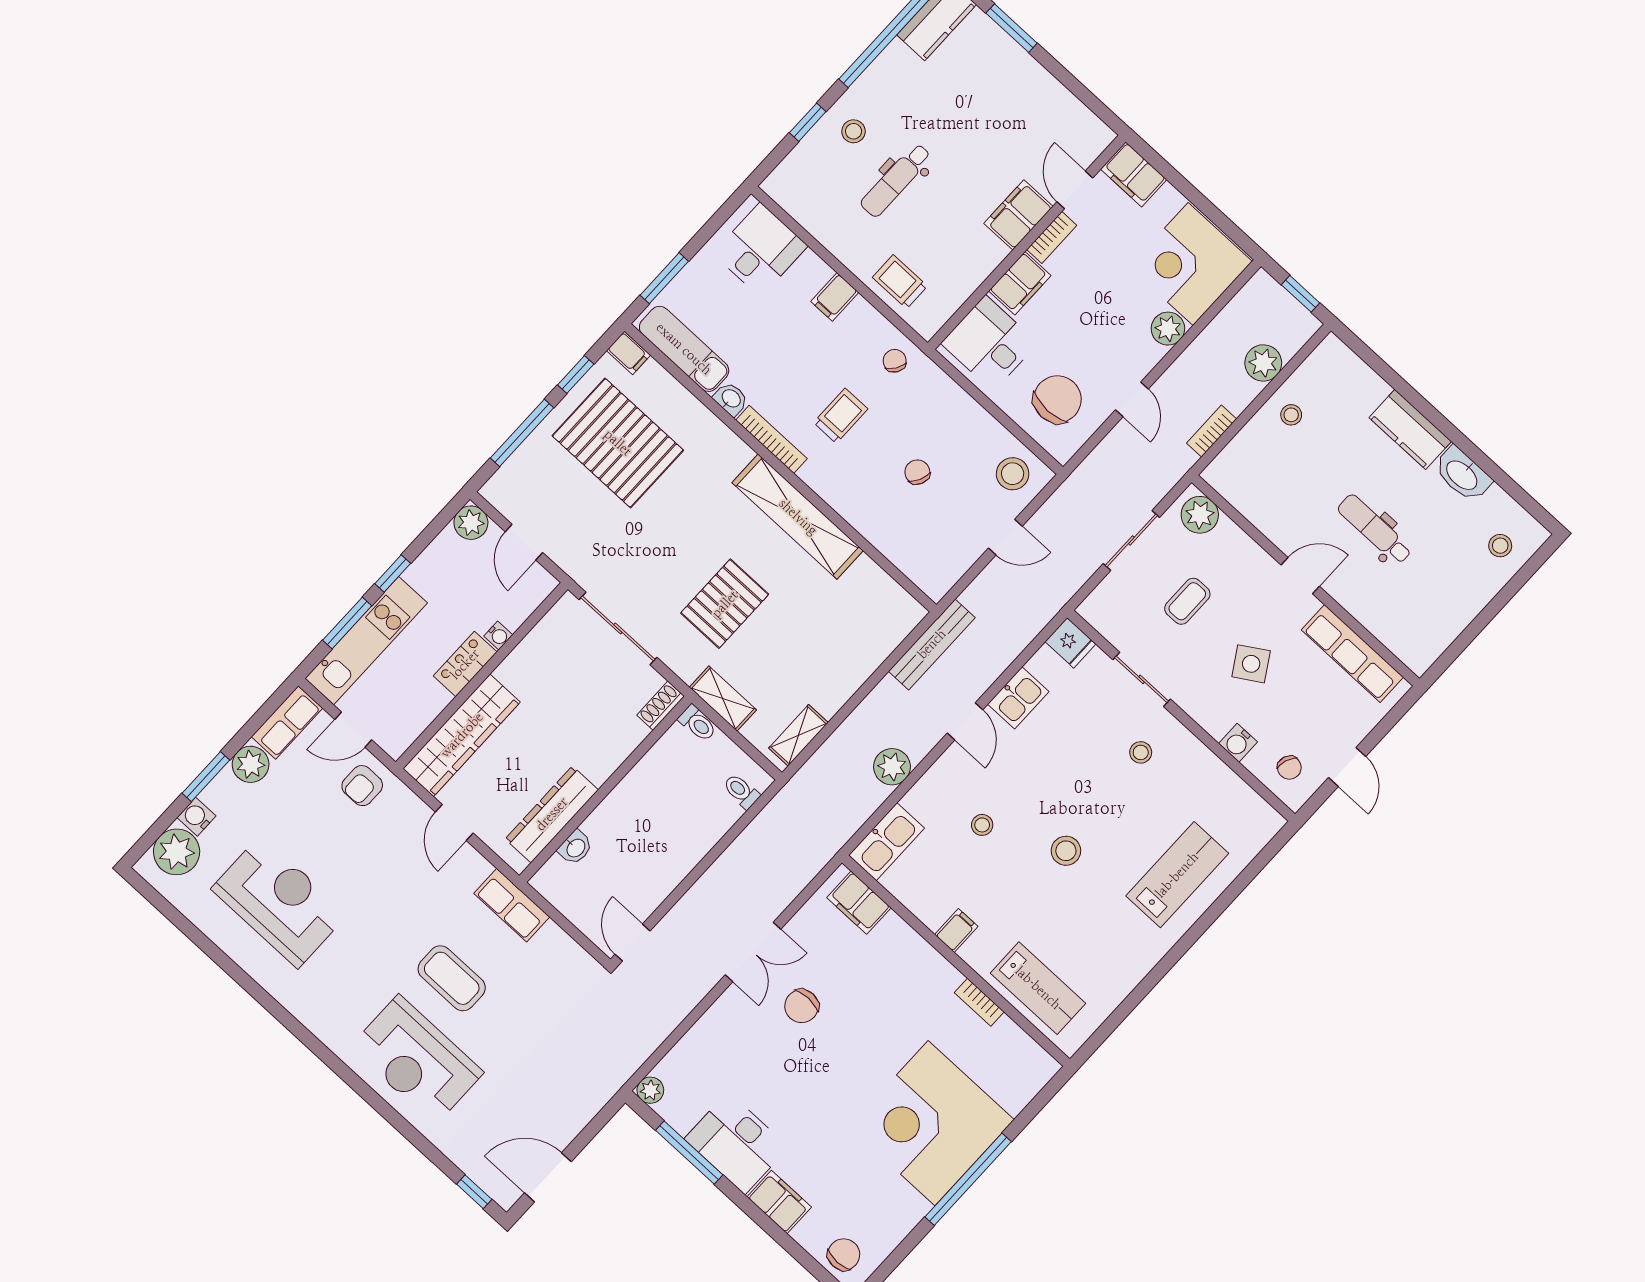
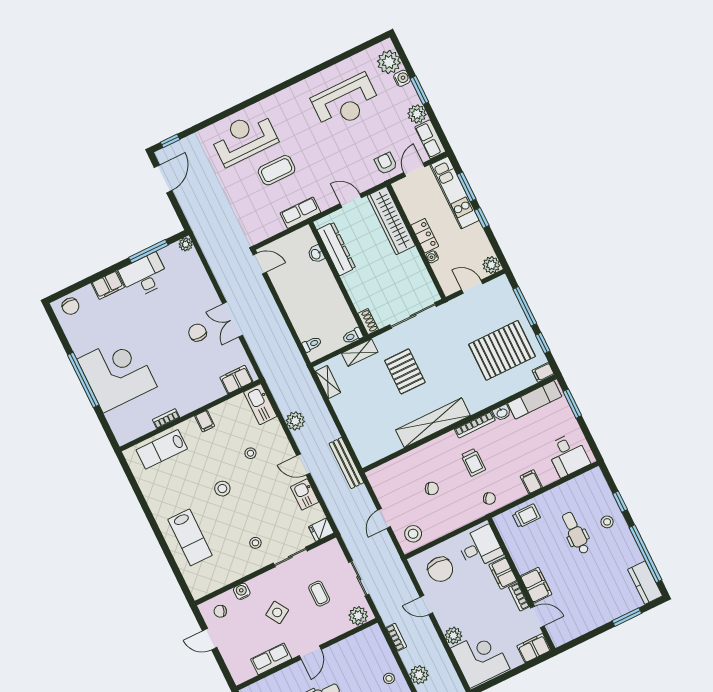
row of seats: (1352, 654) -> (271, 659), width x0.68

